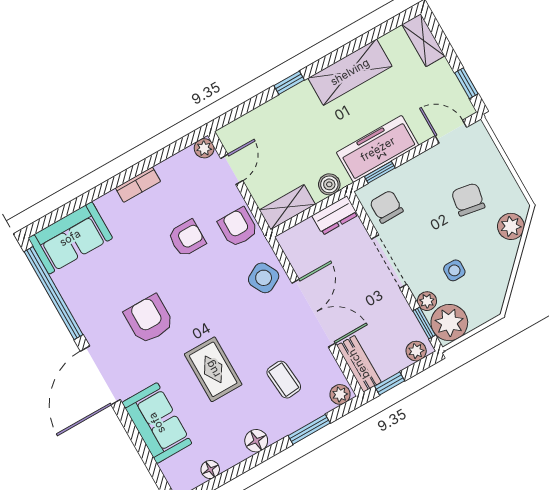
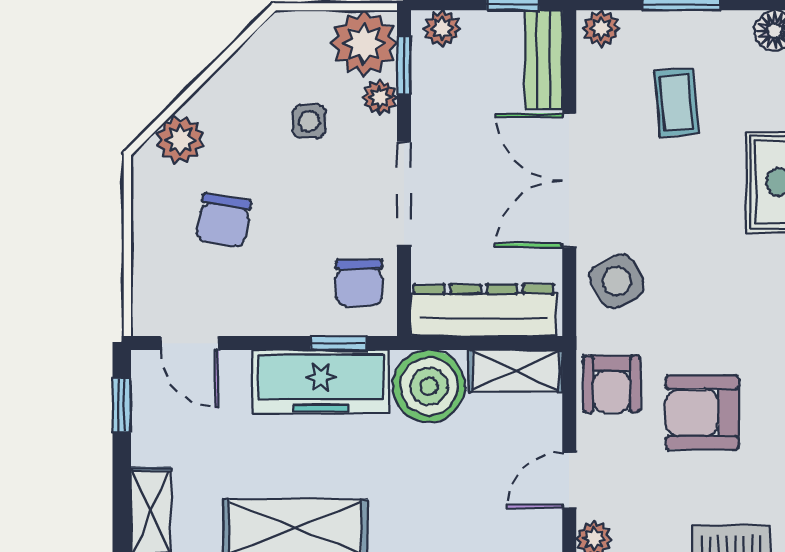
boiler: (329, 184) -> (429, 386), width x1.86, depth x1.86
dresser: (335, 215) -> (484, 310), width x1.96, depth x1.24
armchair: (187, 238) -> (702, 413), width x1.38, depth x1.38

